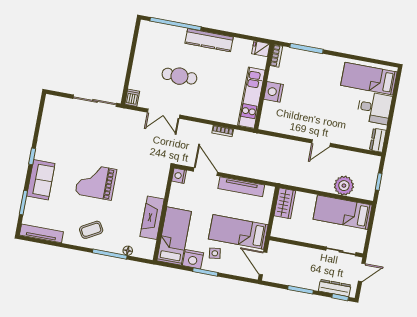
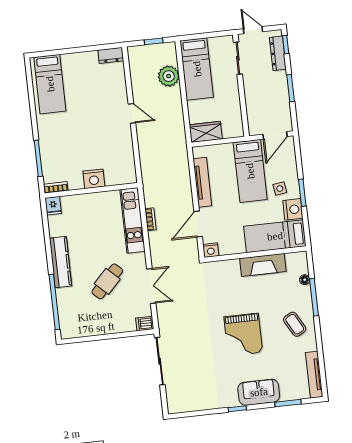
cafe table: (179, 76) -> (107, 281), turned 44
kitchen unit: (251, 98) -> (133, 220), moved, turned 90
desk: (374, 108) -> (78, 69), removed

